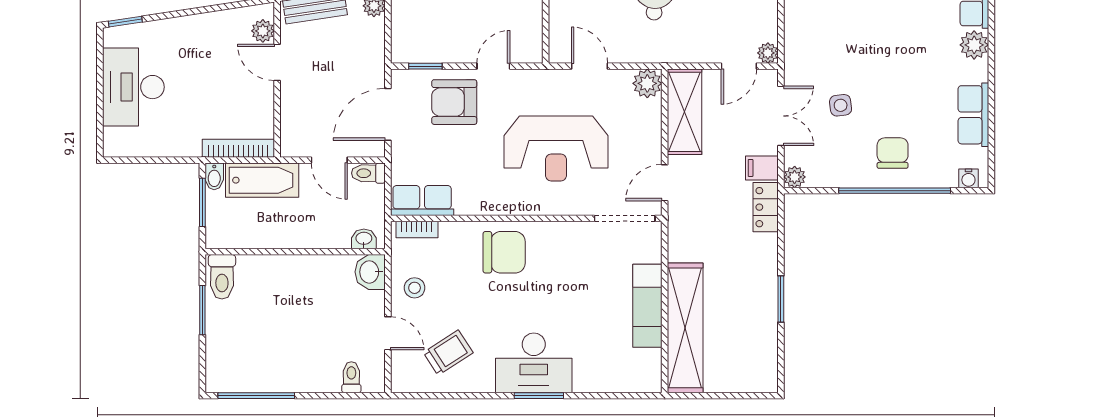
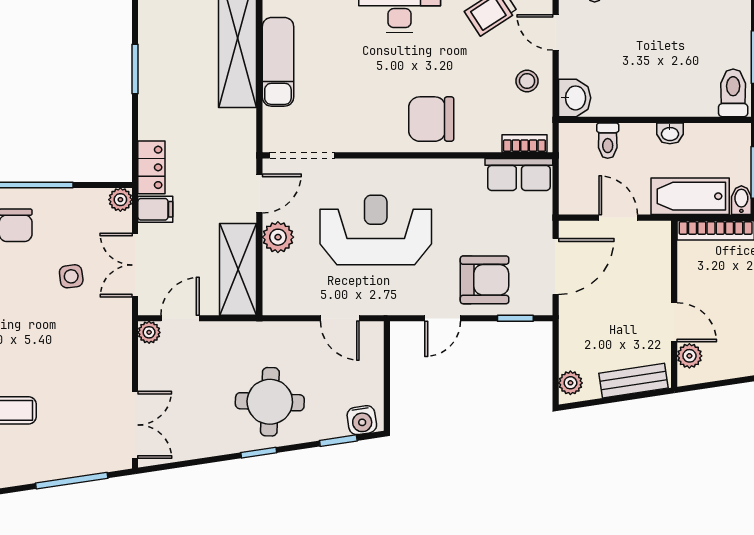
plant: (647, 83) -> (278, 237), moved
toilet: (368, 173) -> (608, 141), moved, turned 90
washbasin: (364, 239) -> (670, 133), moved

